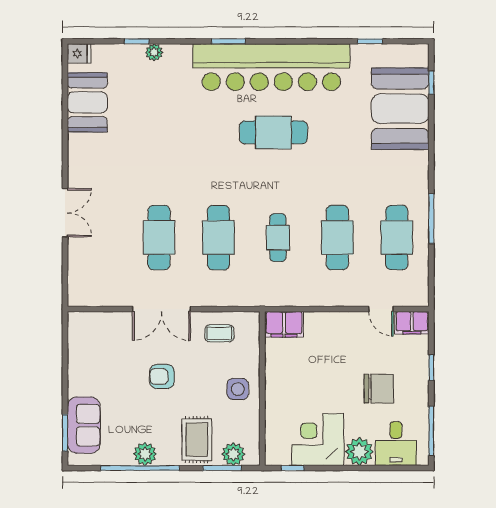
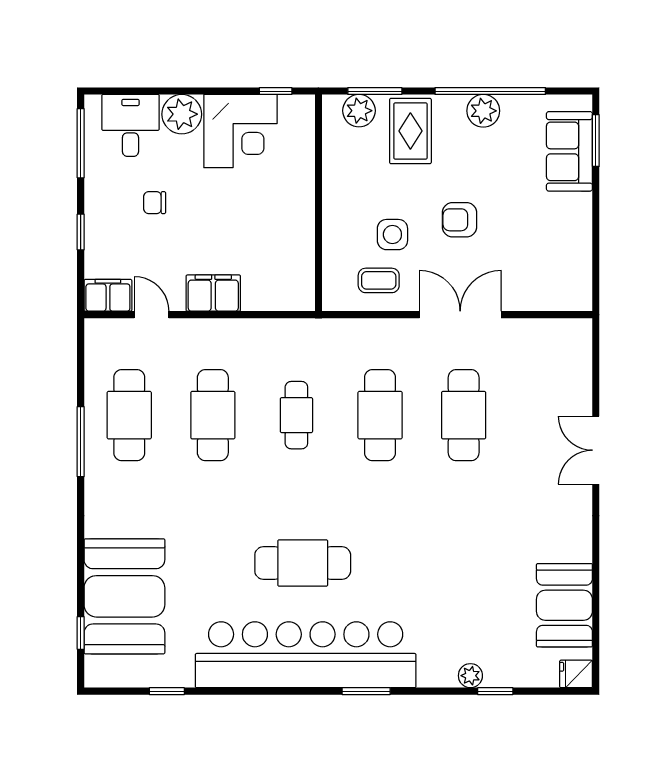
filing cabinet: (284, 324) -> (213, 293), moved
armchair: (162, 376) -> (459, 220), turned 180
side table: (238, 389) -> (392, 235), moved
chair: (379, 389) -> (155, 203), width x0.54, depth x0.54

